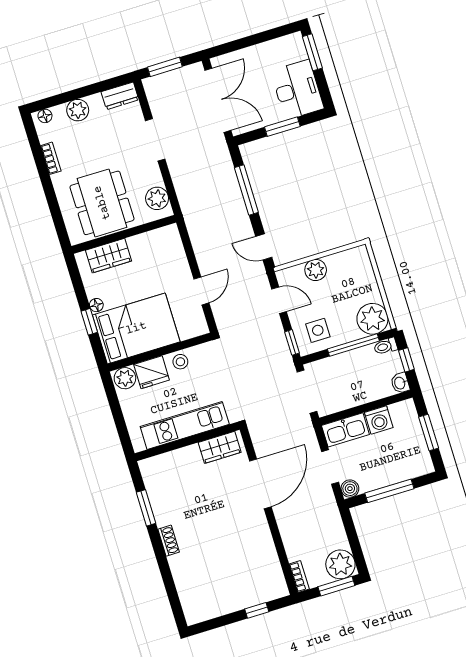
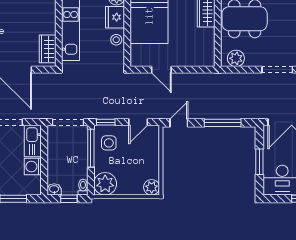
plant: (316, 270) -> (152, 187), moved
window: (353, 345) -> (91, 148), moved

